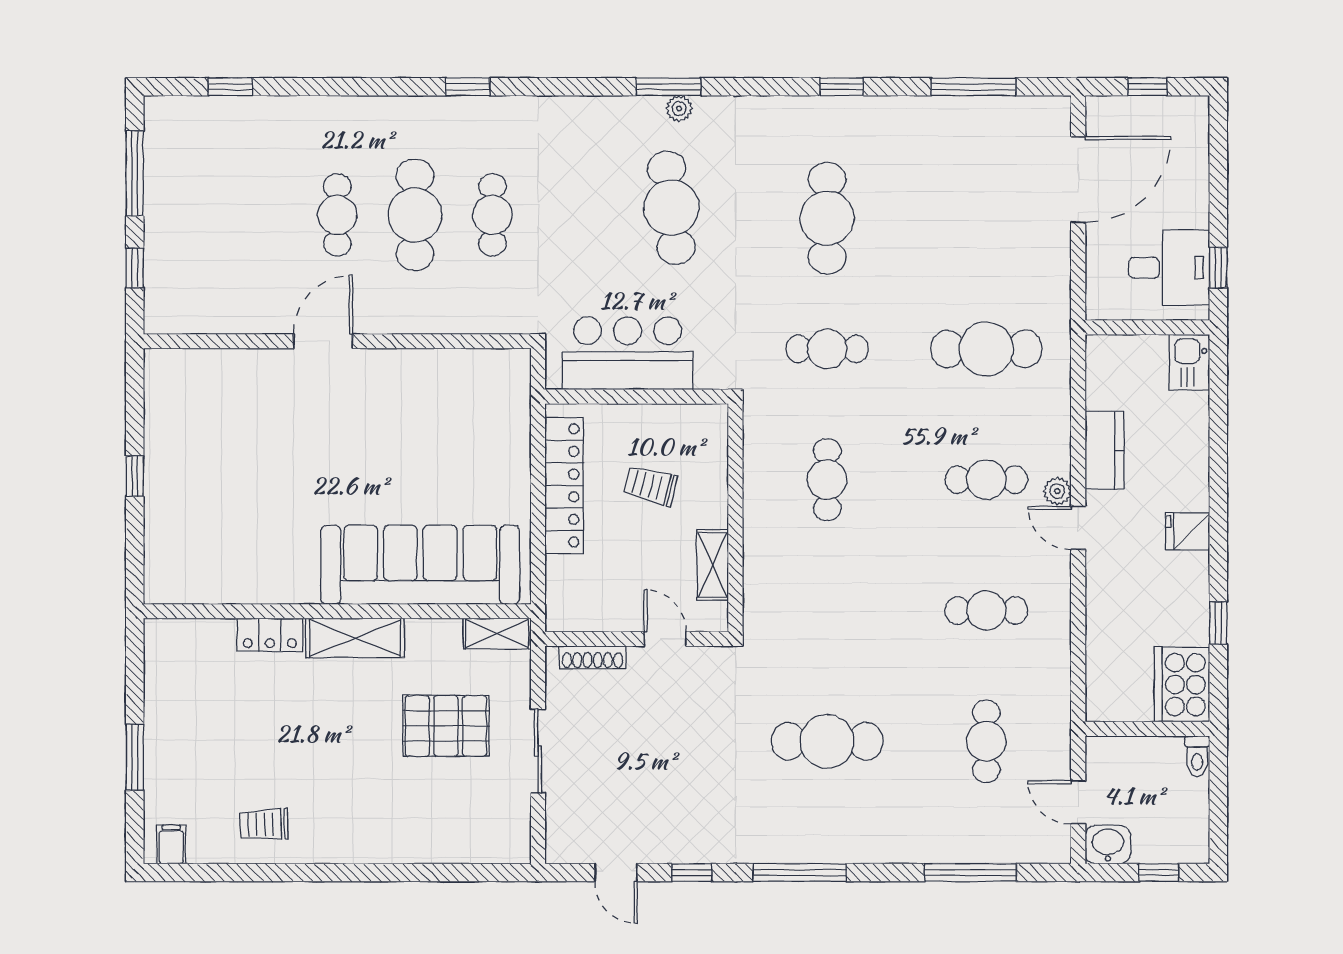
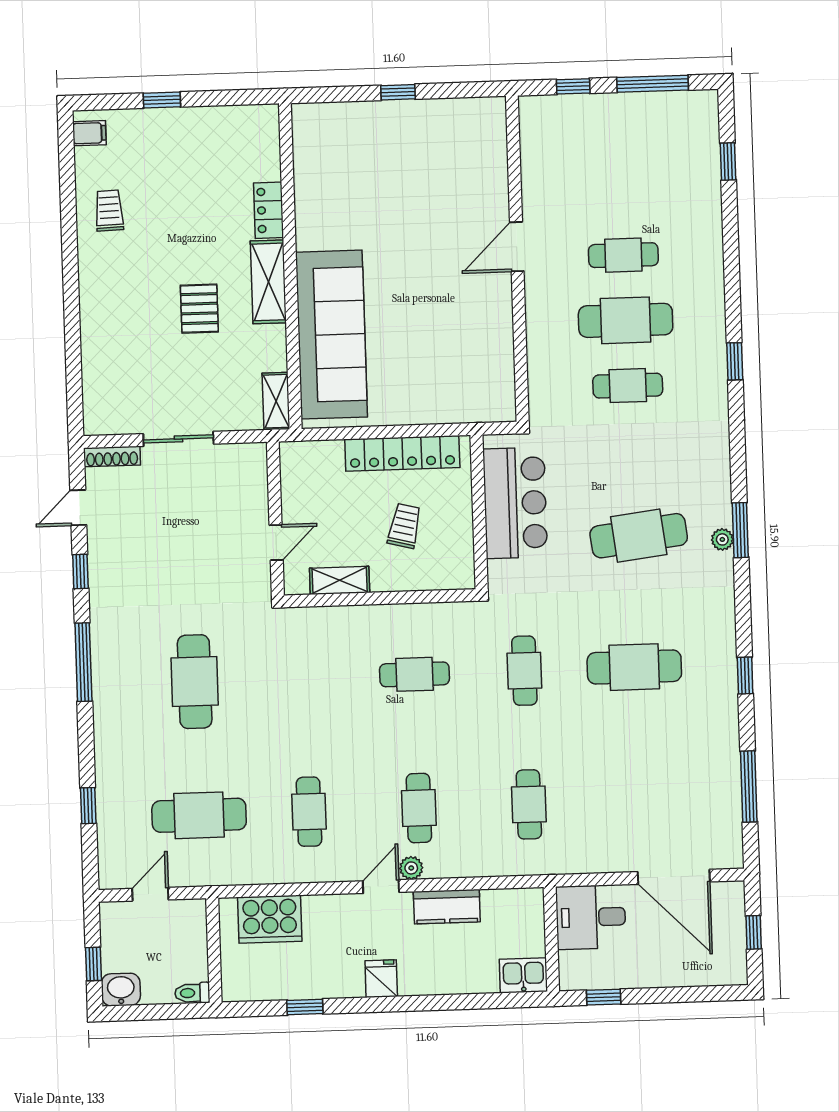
desk: (1169, 268) -> (591, 917), moved, turned 90
door: (323, 341) -> (517, 247), swing flipped
cafe table: (986, 349) -> (529, 804), width x0.73, depth x0.74
shoe rack: (593, 657) -> (112, 456), moved, turned -90
cooker: (1182, 685) -> (270, 919), moved, turned 180
pallet: (446, 726) -> (199, 309), moved, width x0.67, depth x0.71
cafe table: (986, 741) -> (199, 815), width x1.37, depth x1.35
window: (135, 757) -> (162, 100), width x0.67
washbasin: (1108, 845) -> (121, 990), moved, turned -90
window: (970, 873) -> (88, 806), width x0.46

